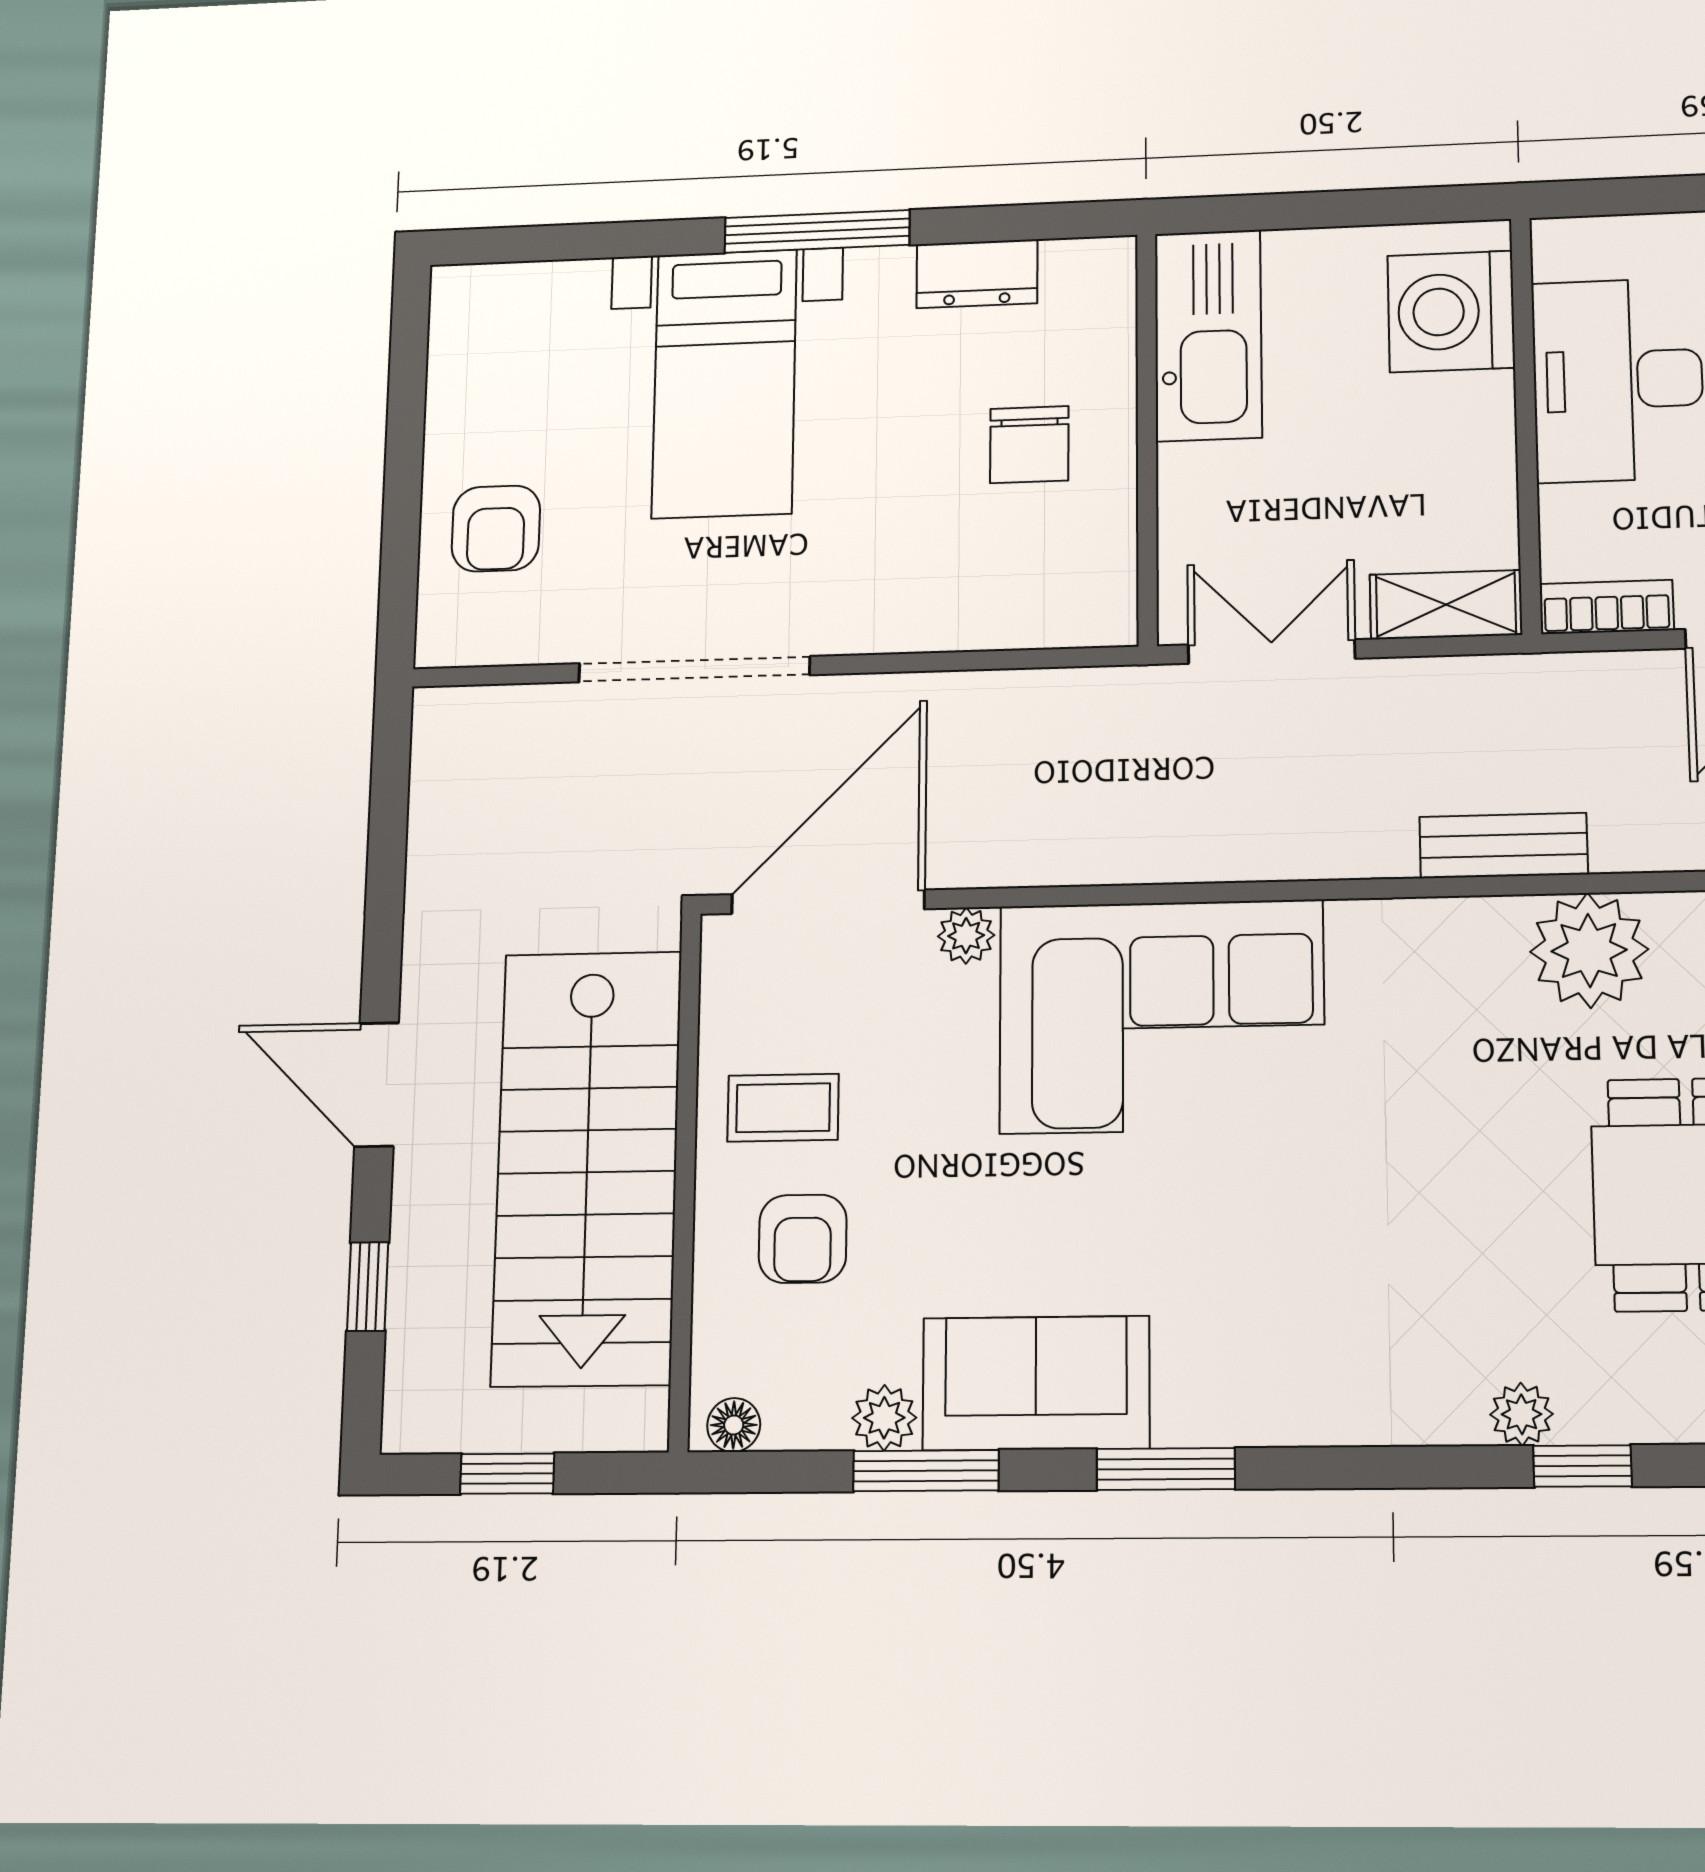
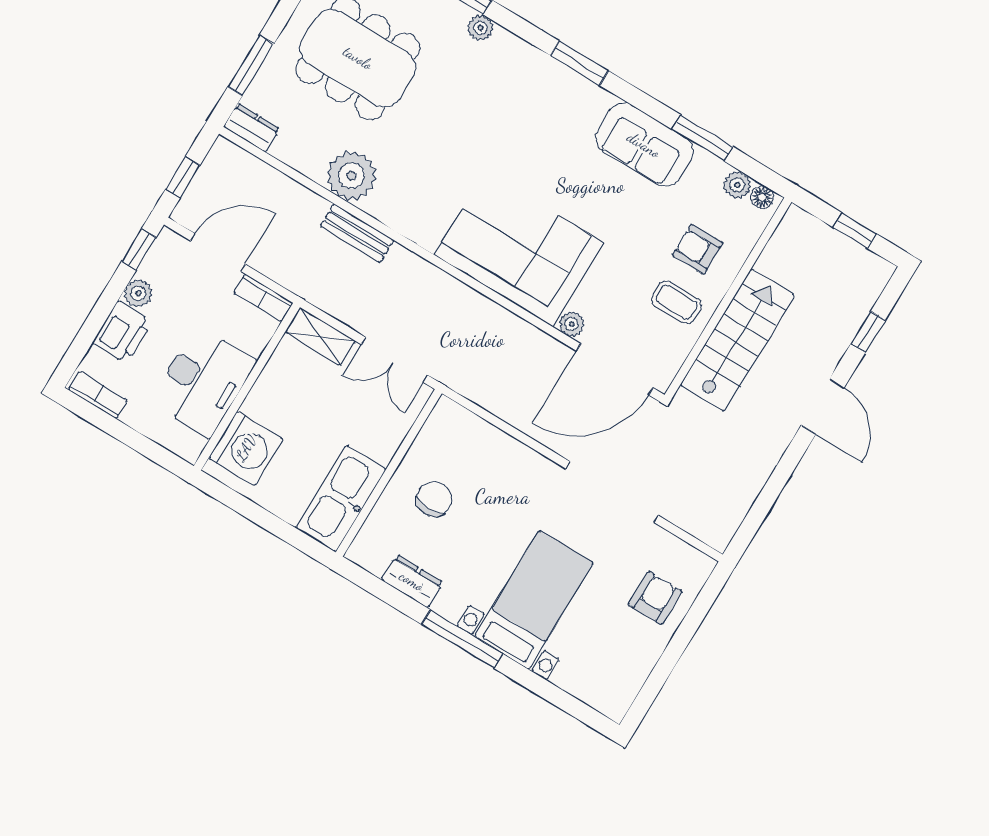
stairs: (587, 1167) -> (737, 340), width x0.73, depth x0.66
armchair: (803, 1239) -> (698, 249), turned -90
plant: (884, 1418) -> (737, 185), moved
window: (1166, 1469) -> (579, 63), moved

